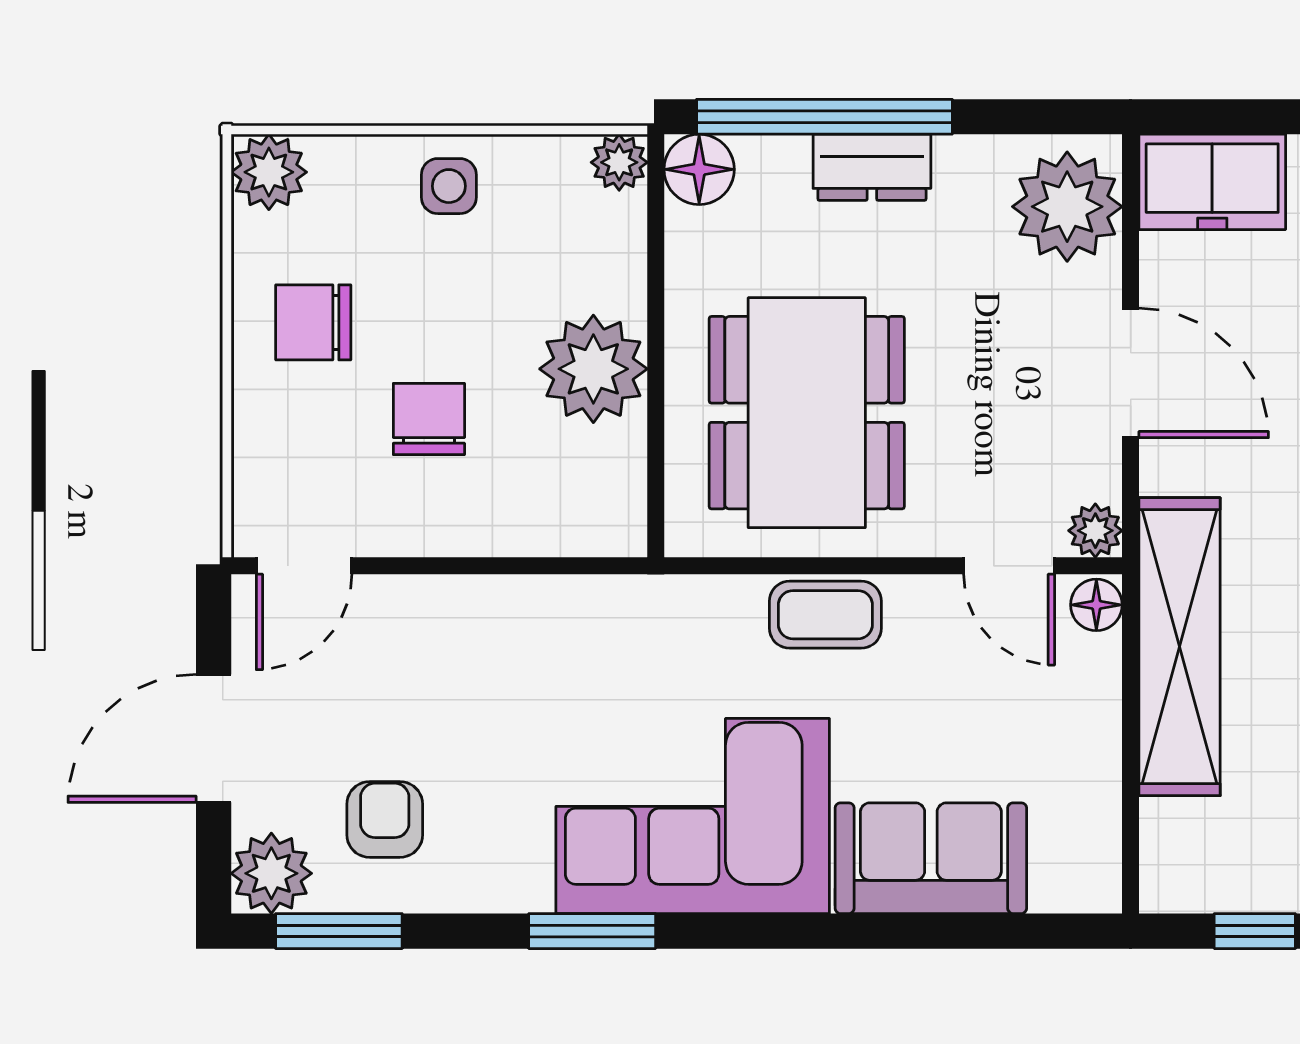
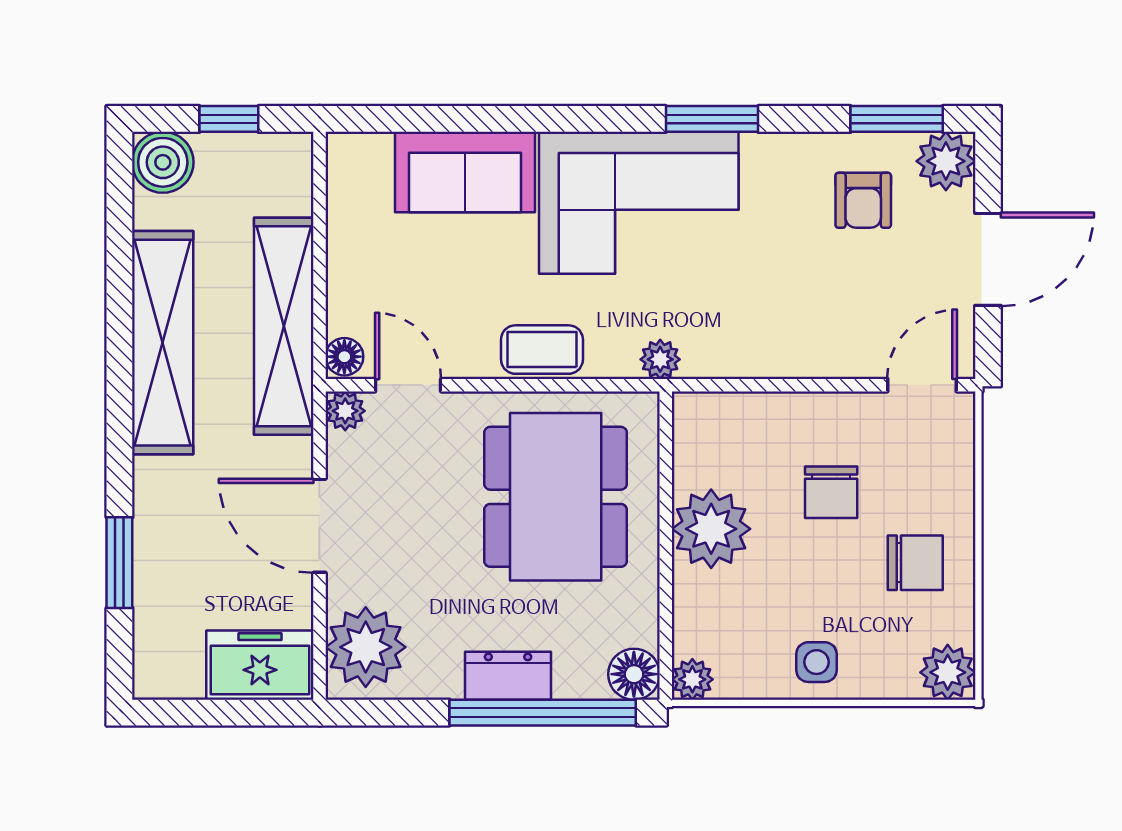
plant: (663, 601) -> (660, 359), added

